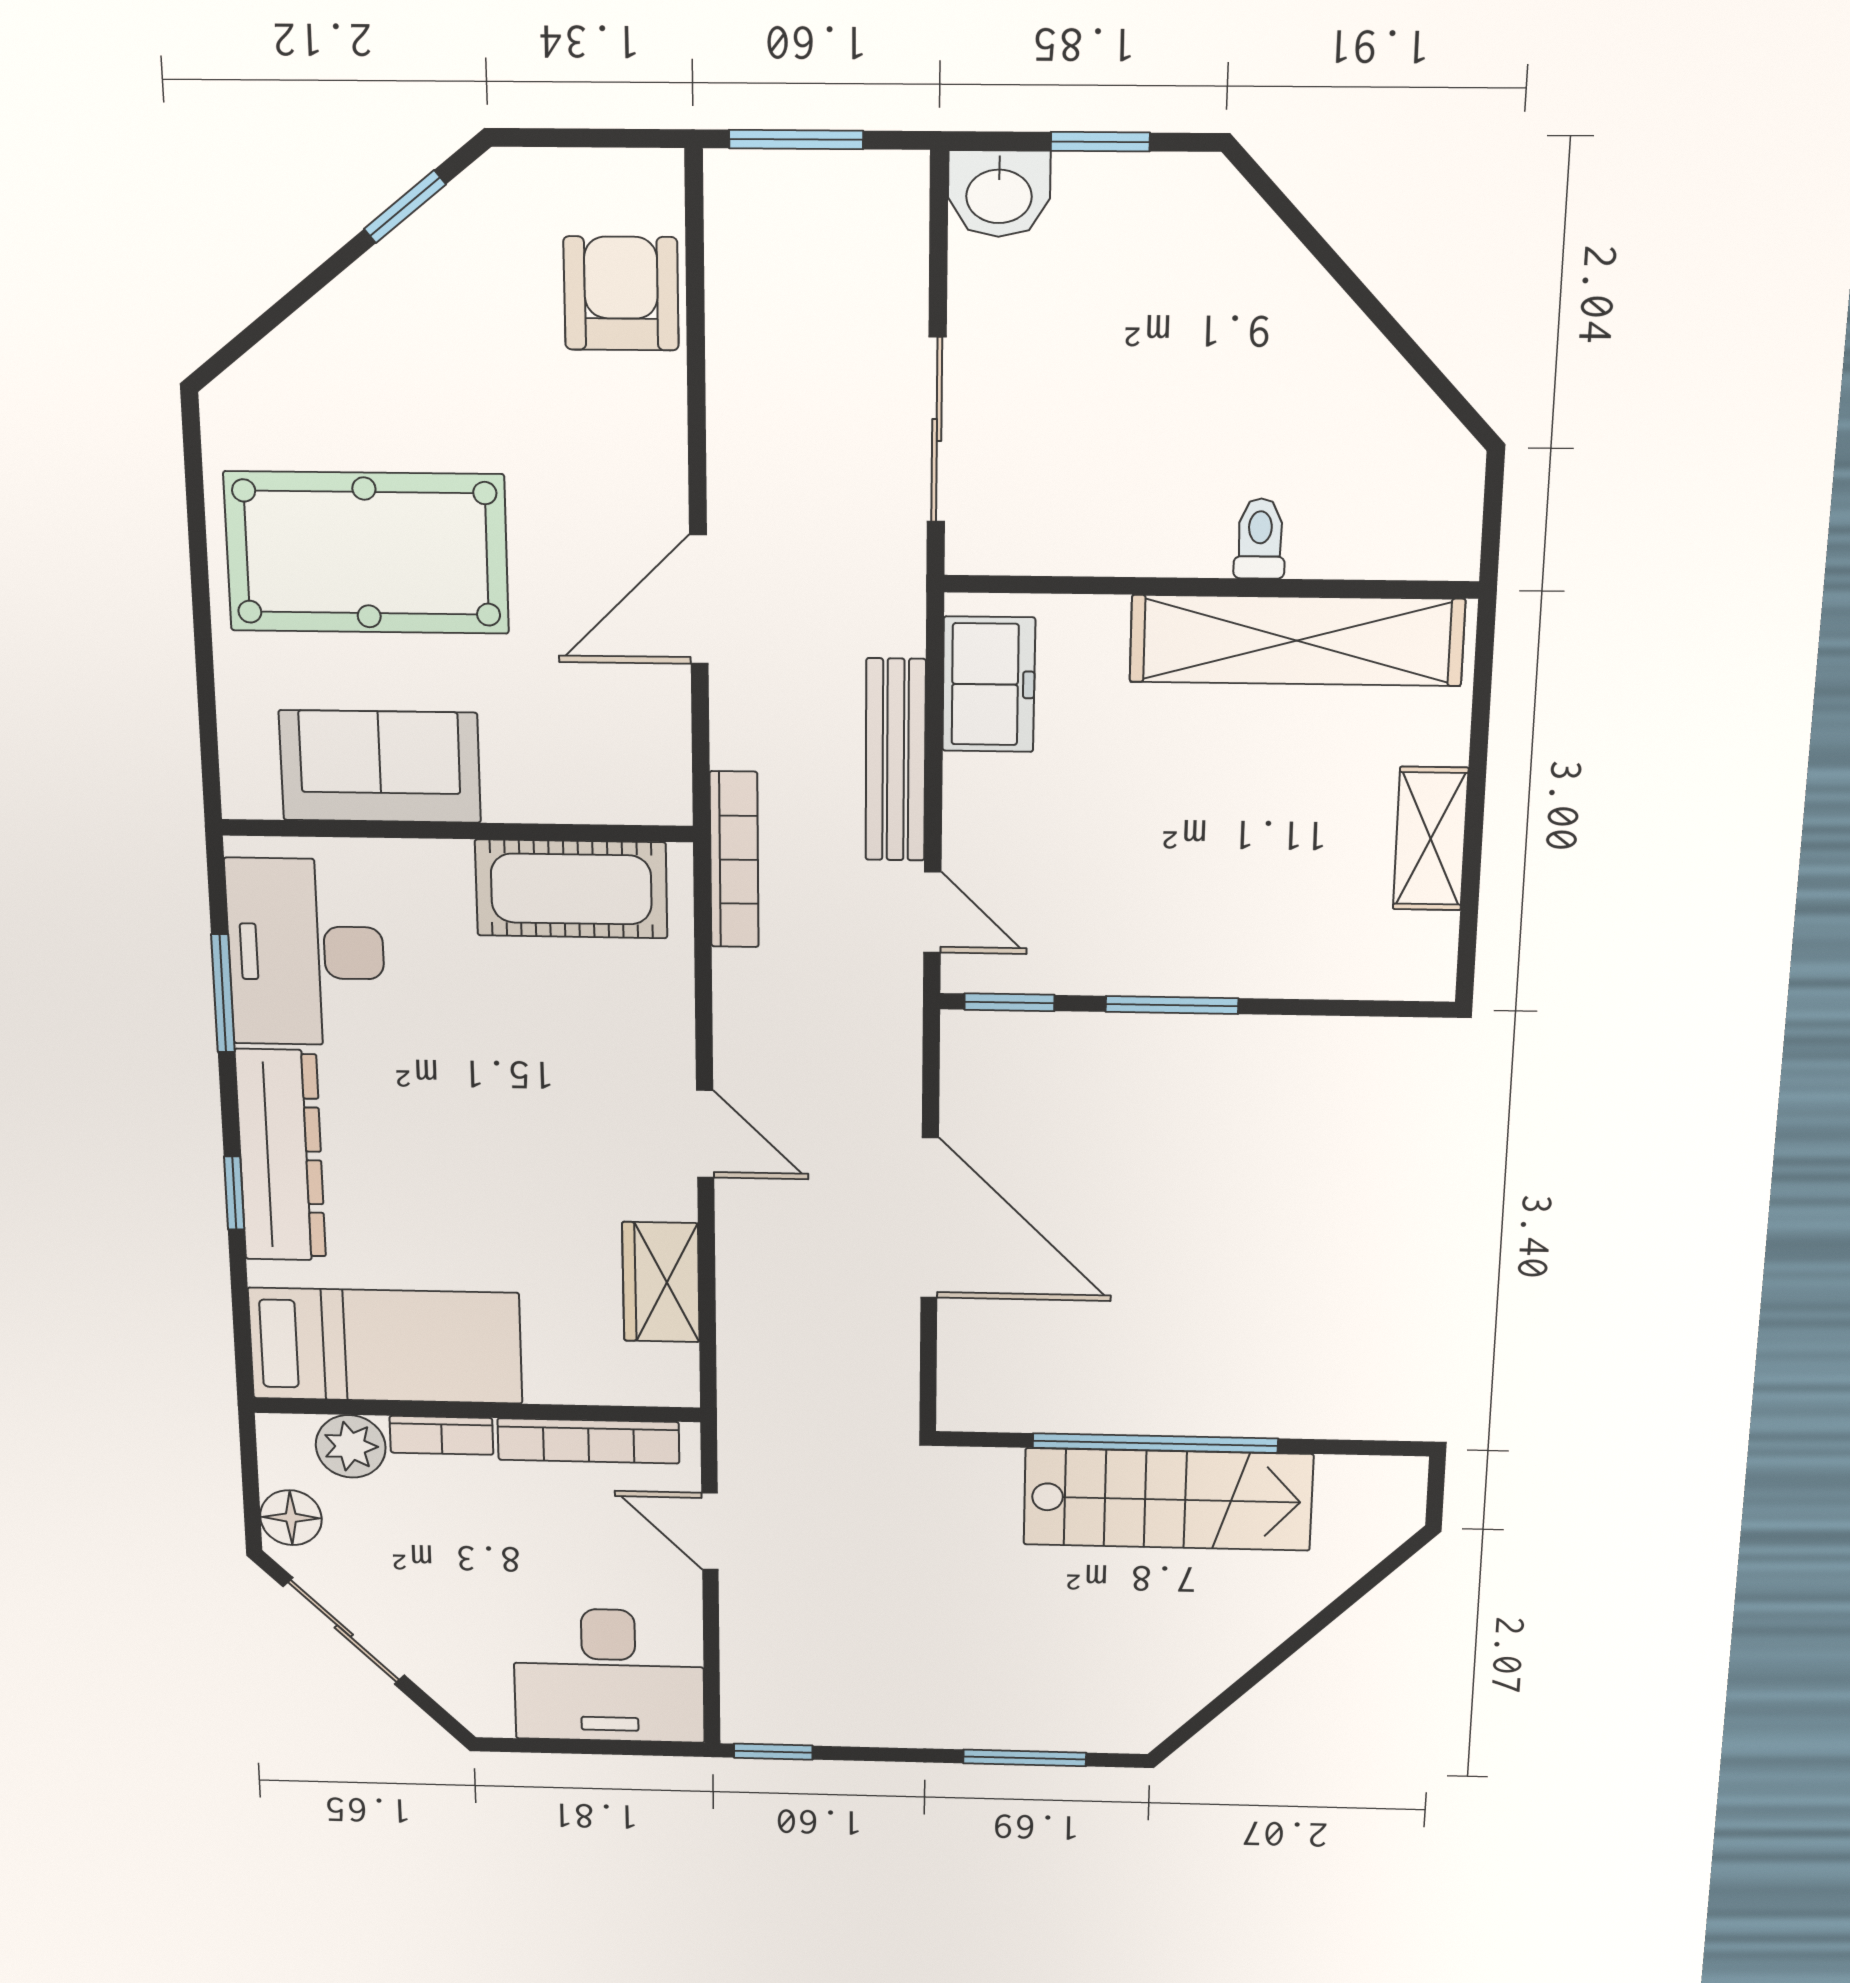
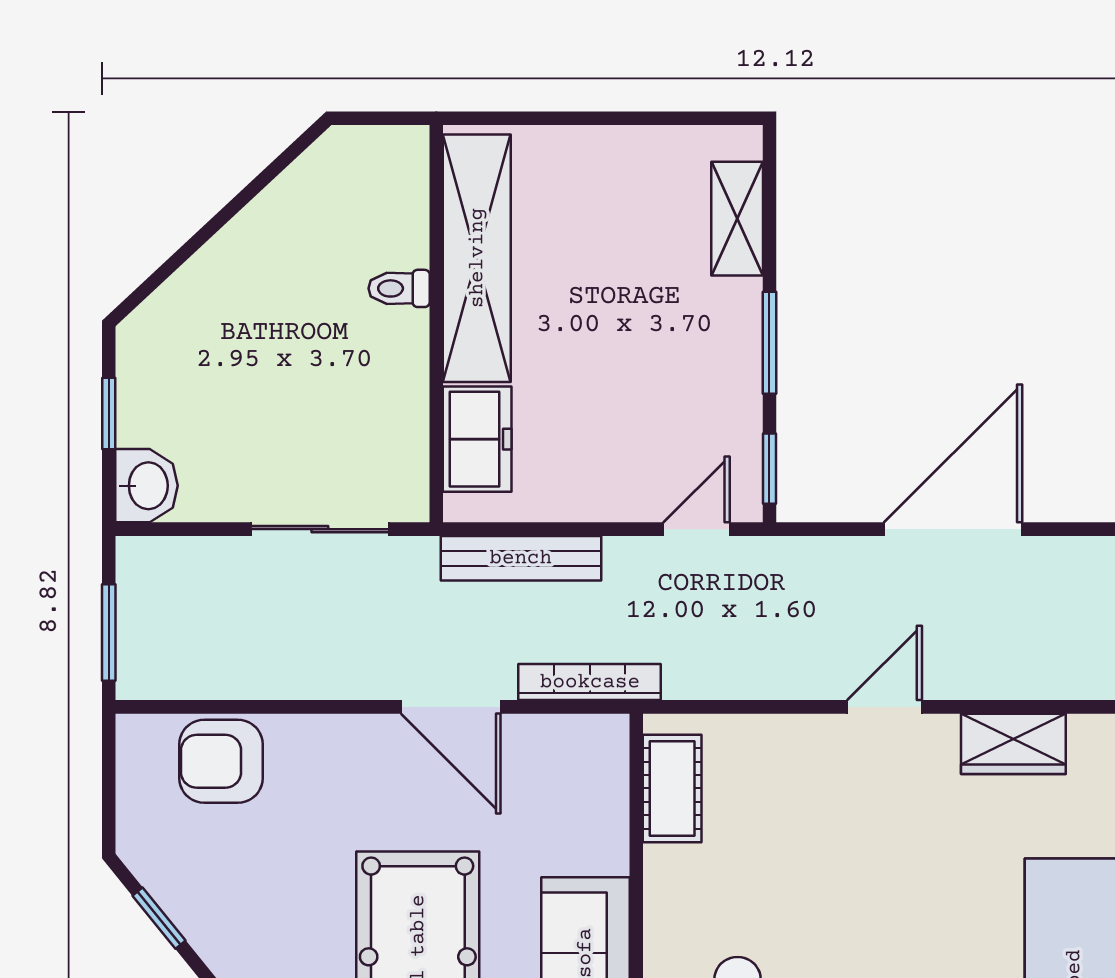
freezer: (989, 684) -> (477, 439), moved, turned 90
bench: (896, 760) -> (521, 558), moved
shelving: (1431, 839) -> (737, 219), moved, turned 90
bookcase: (734, 860) -> (590, 682), moved
cot: (571, 889) -> (672, 788), width x0.73, depth x0.75

